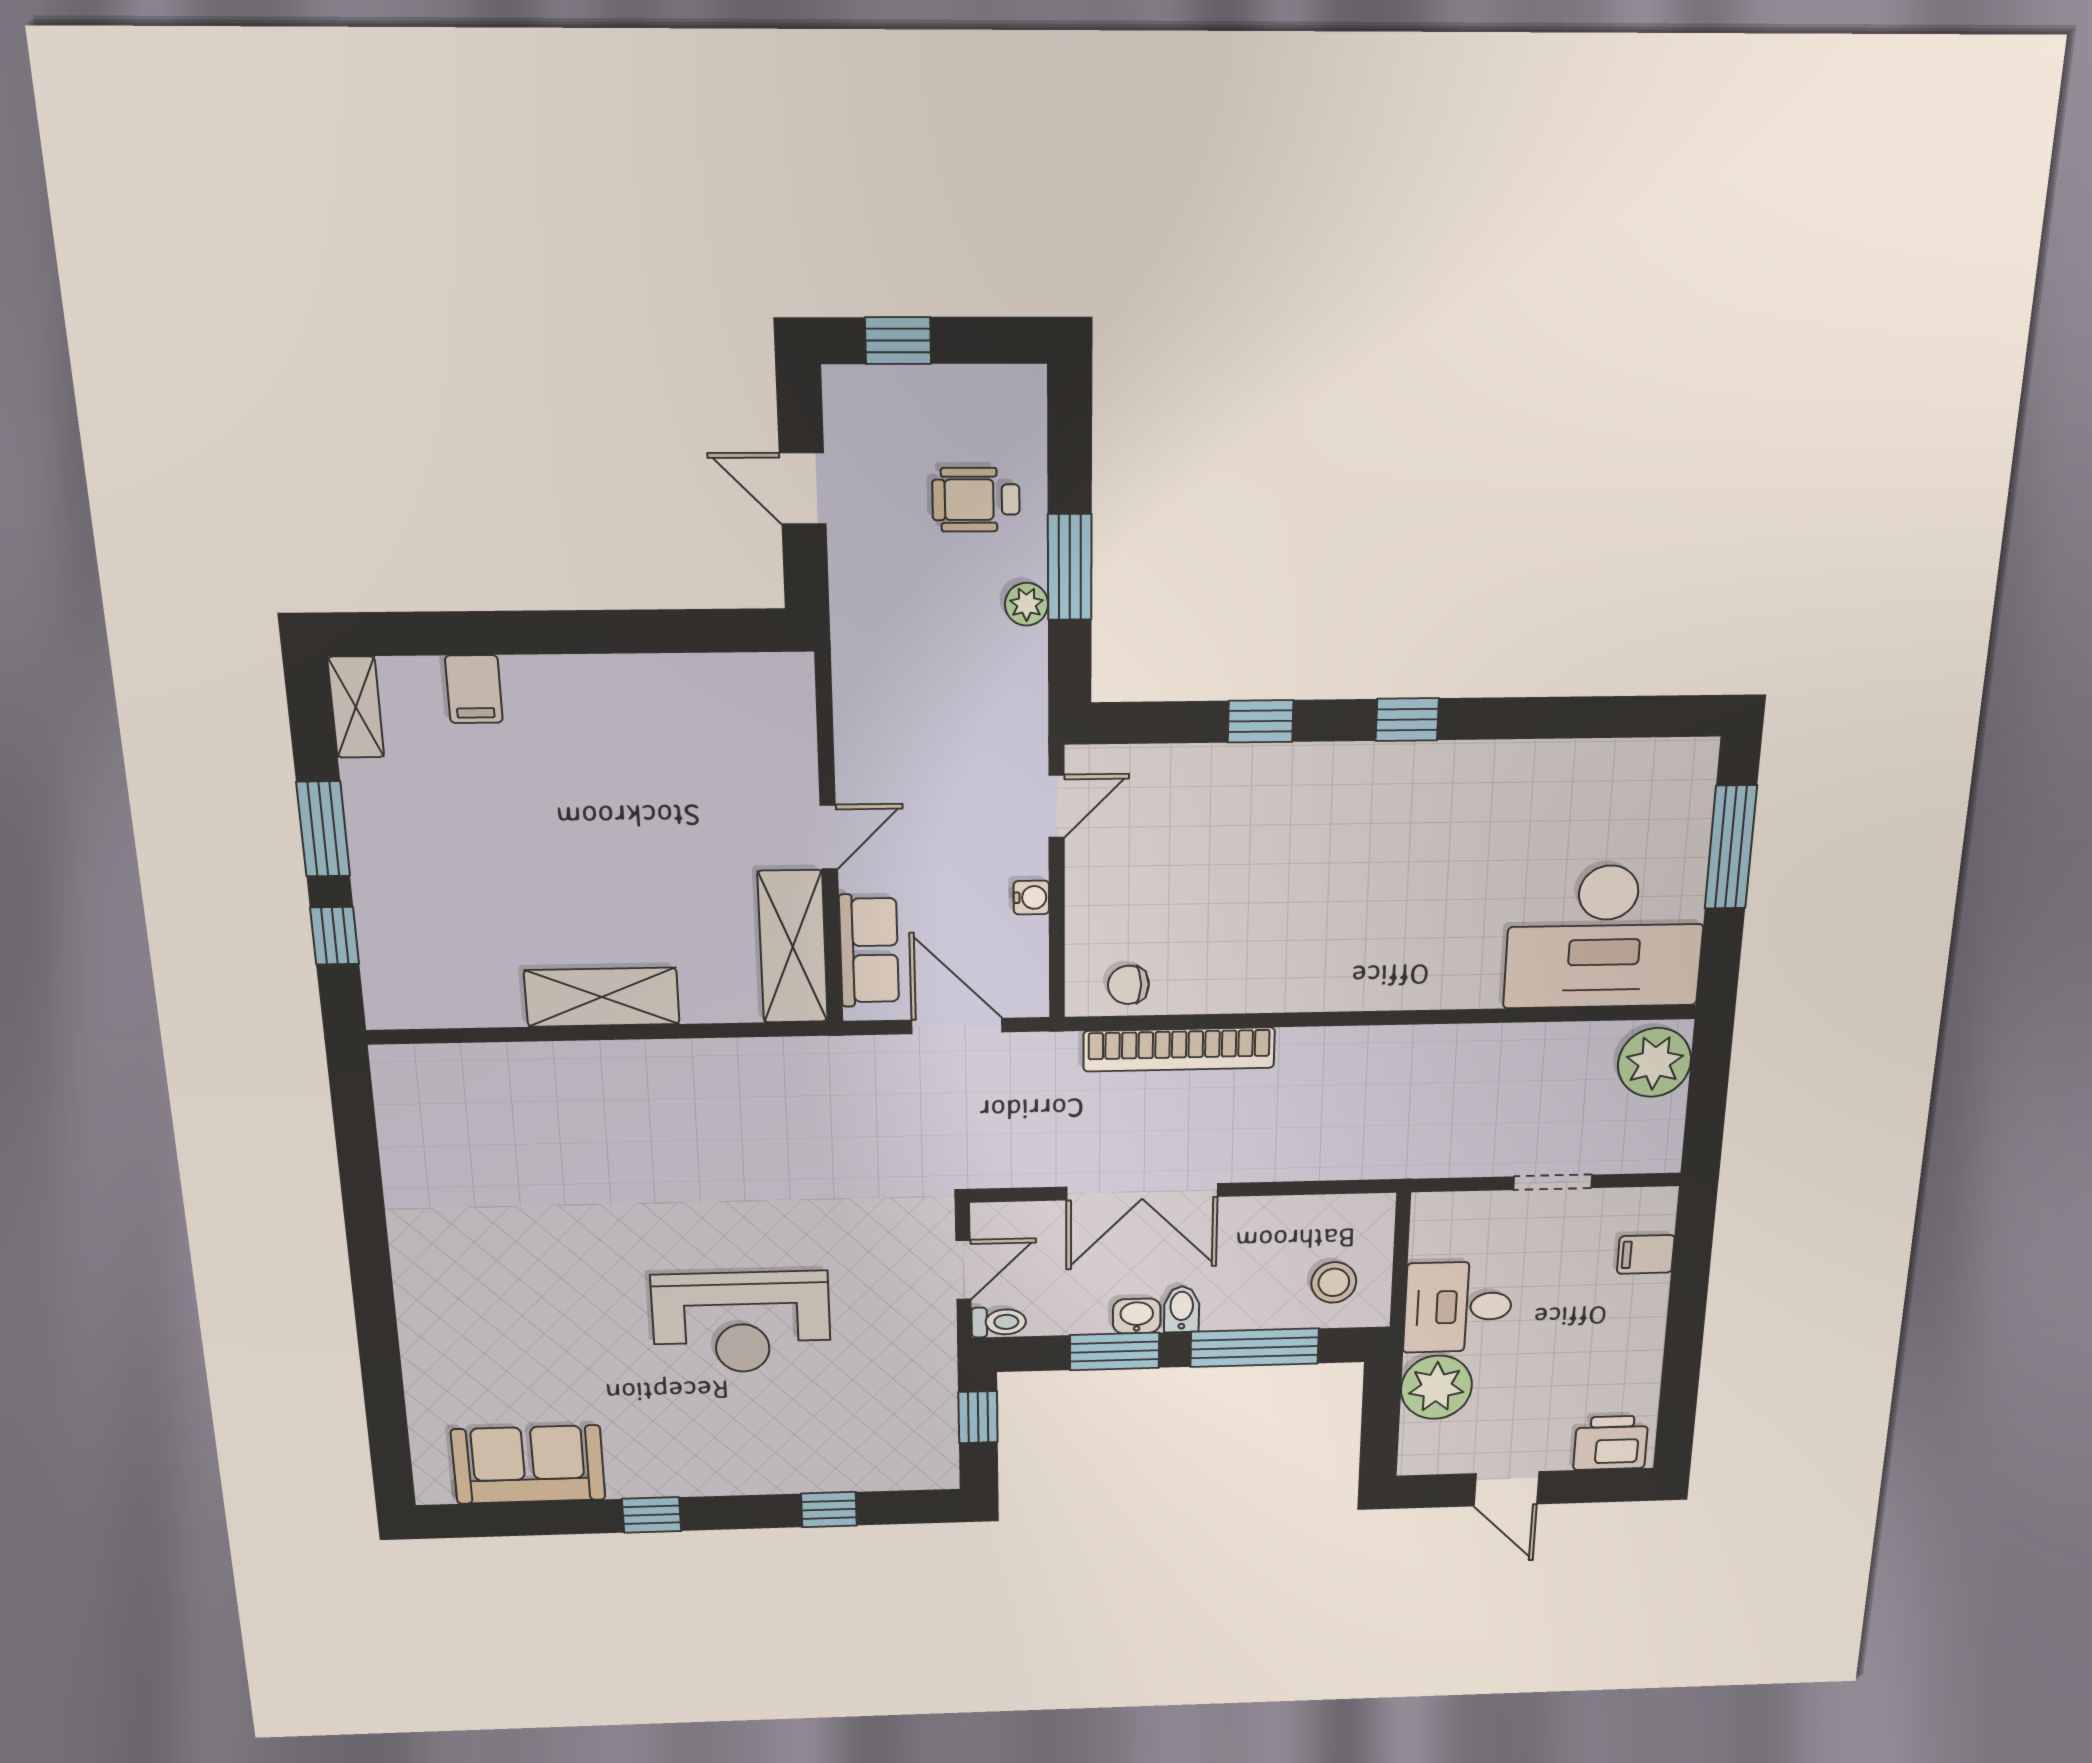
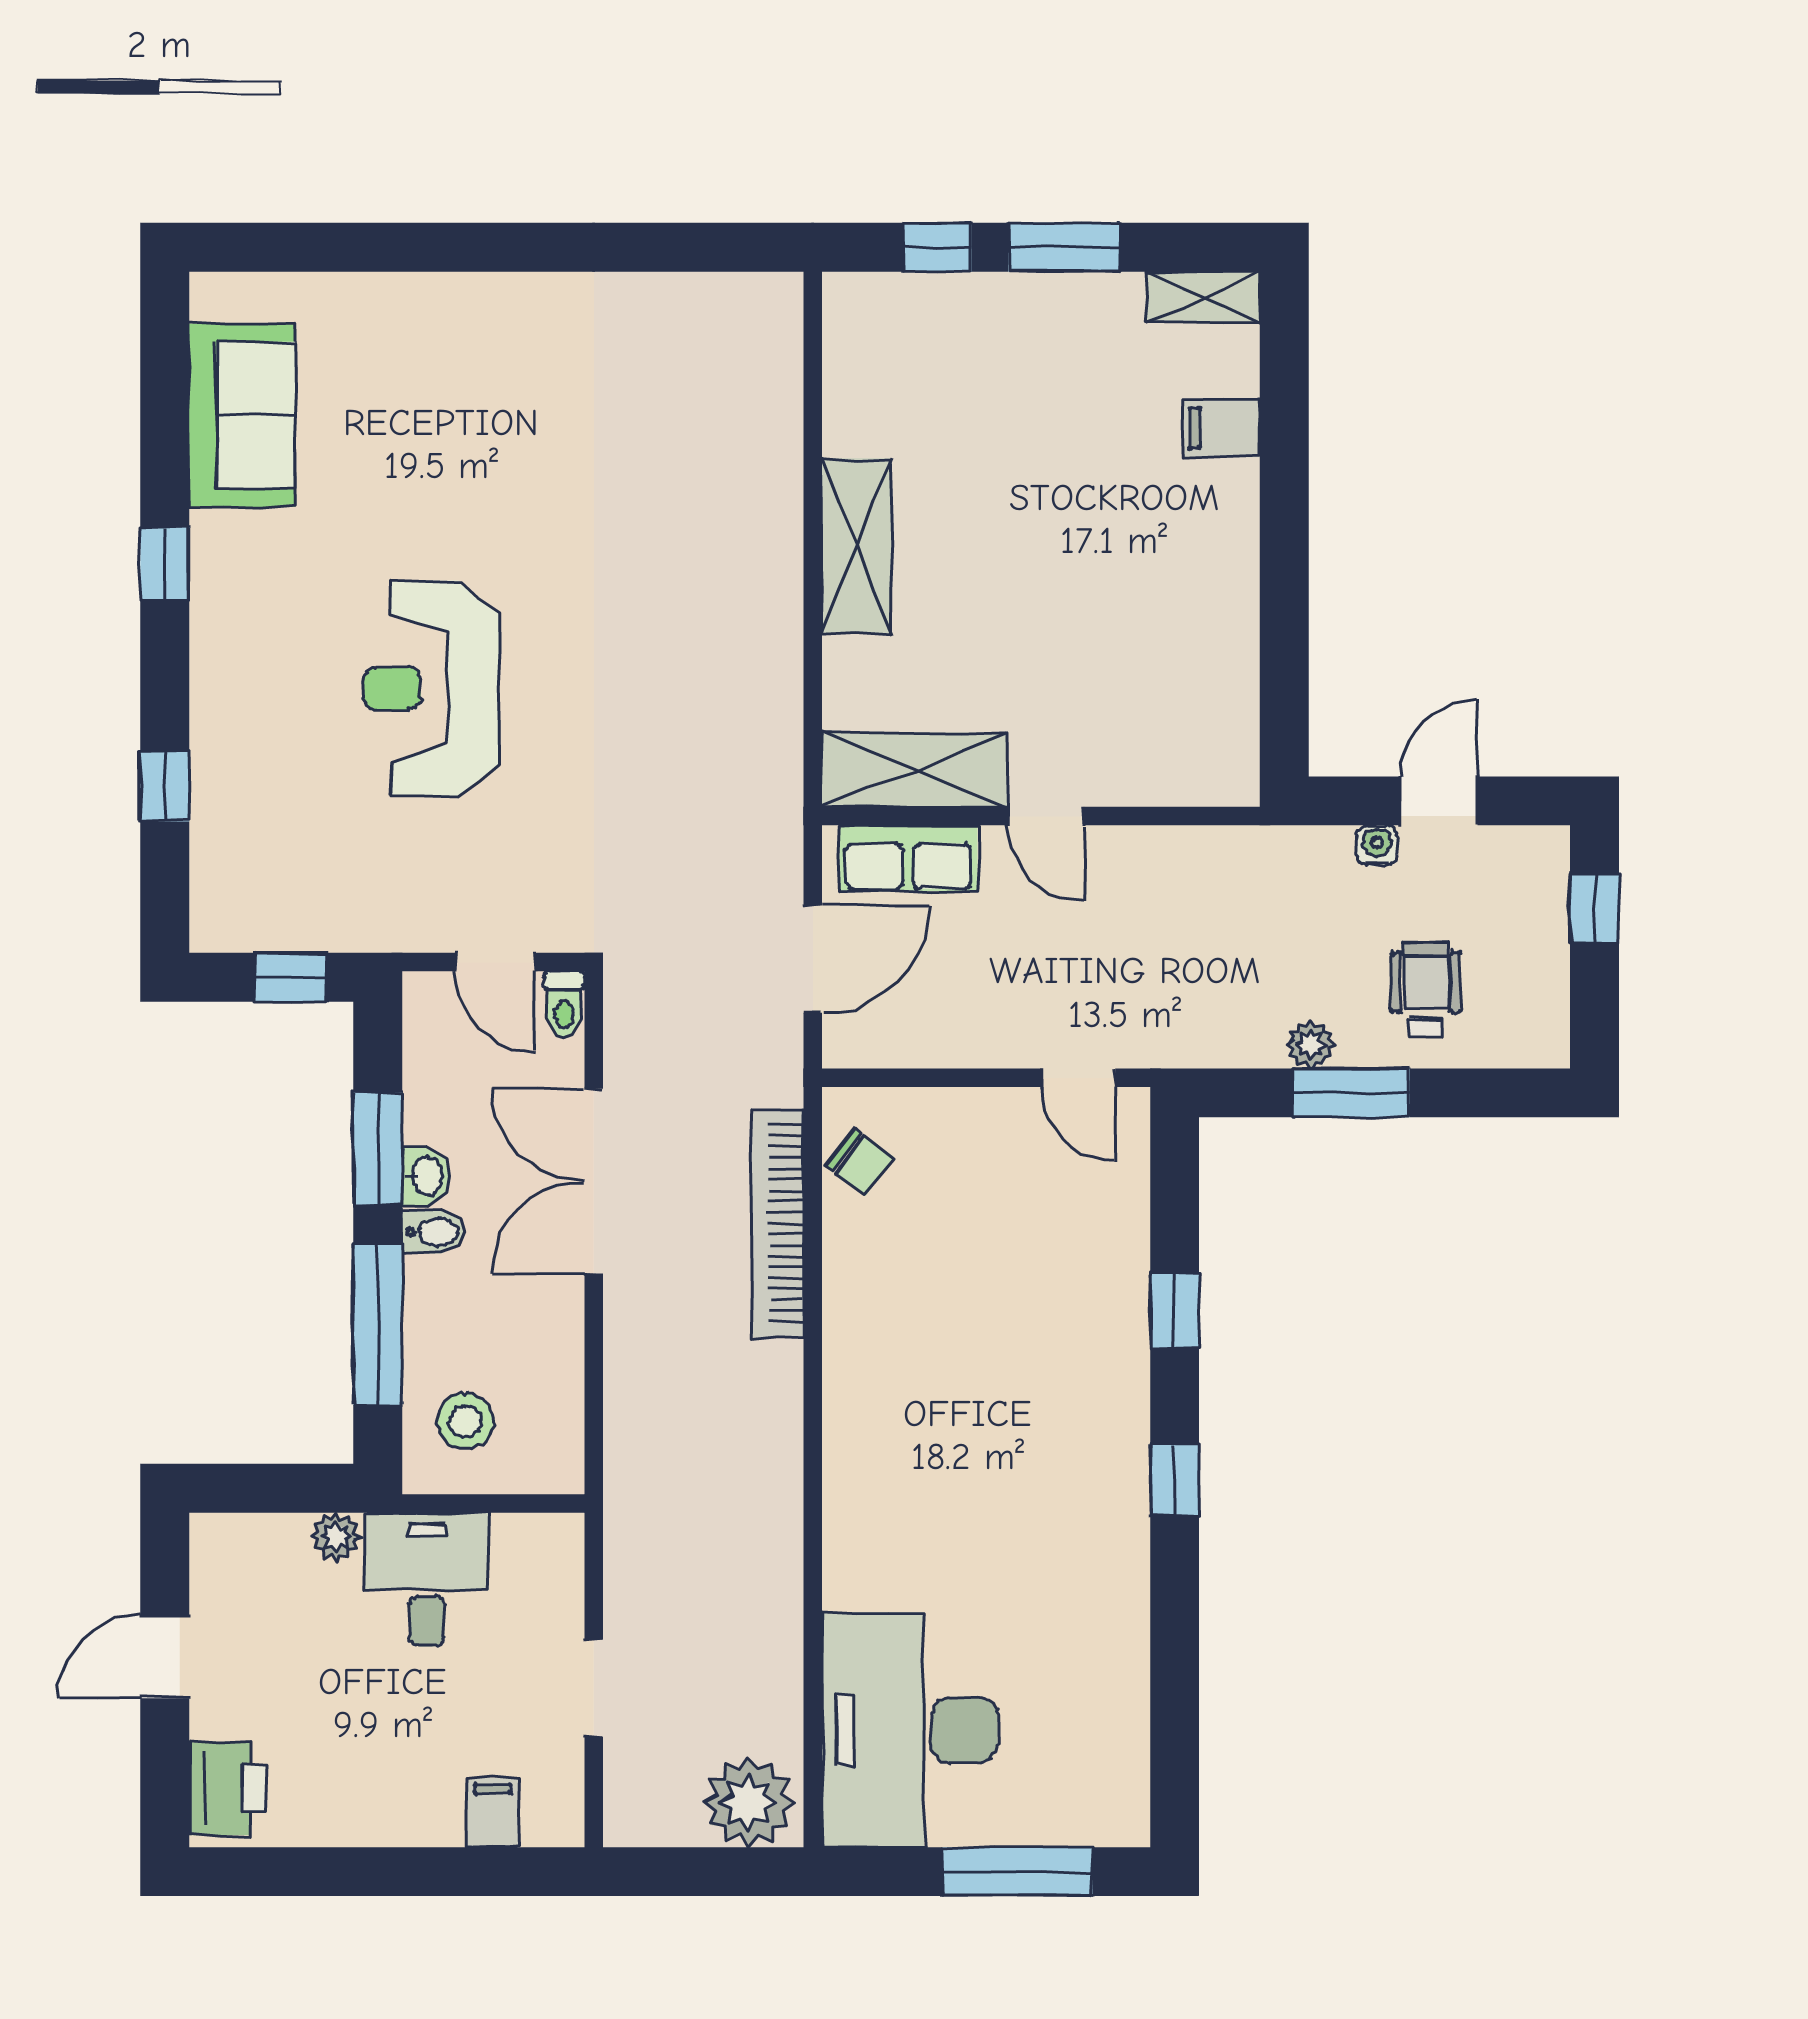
water cooler: (1031, 897) -> (1377, 846), moved, turned 180
chair: (1128, 985) -> (860, 1162), turned 126
toilet: (999, 1322) -> (564, 1005), moved
plant: (1436, 1387) -> (336, 1537), width x0.53, depth x0.53

